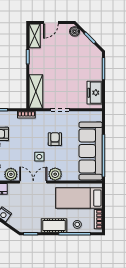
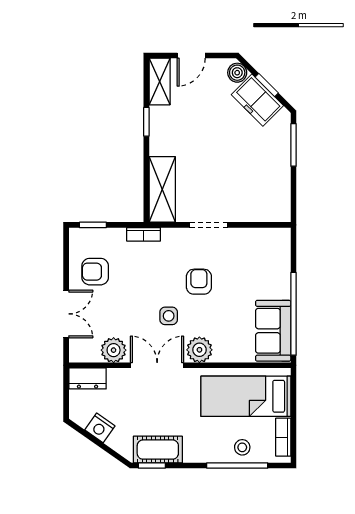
freezer: (95, 93) -> (257, 100), moved, turned -45
sofa: (91, 151) -> (273, 331), width x0.54, depth x0.79
cot: (54, 226) -> (158, 450), moved

